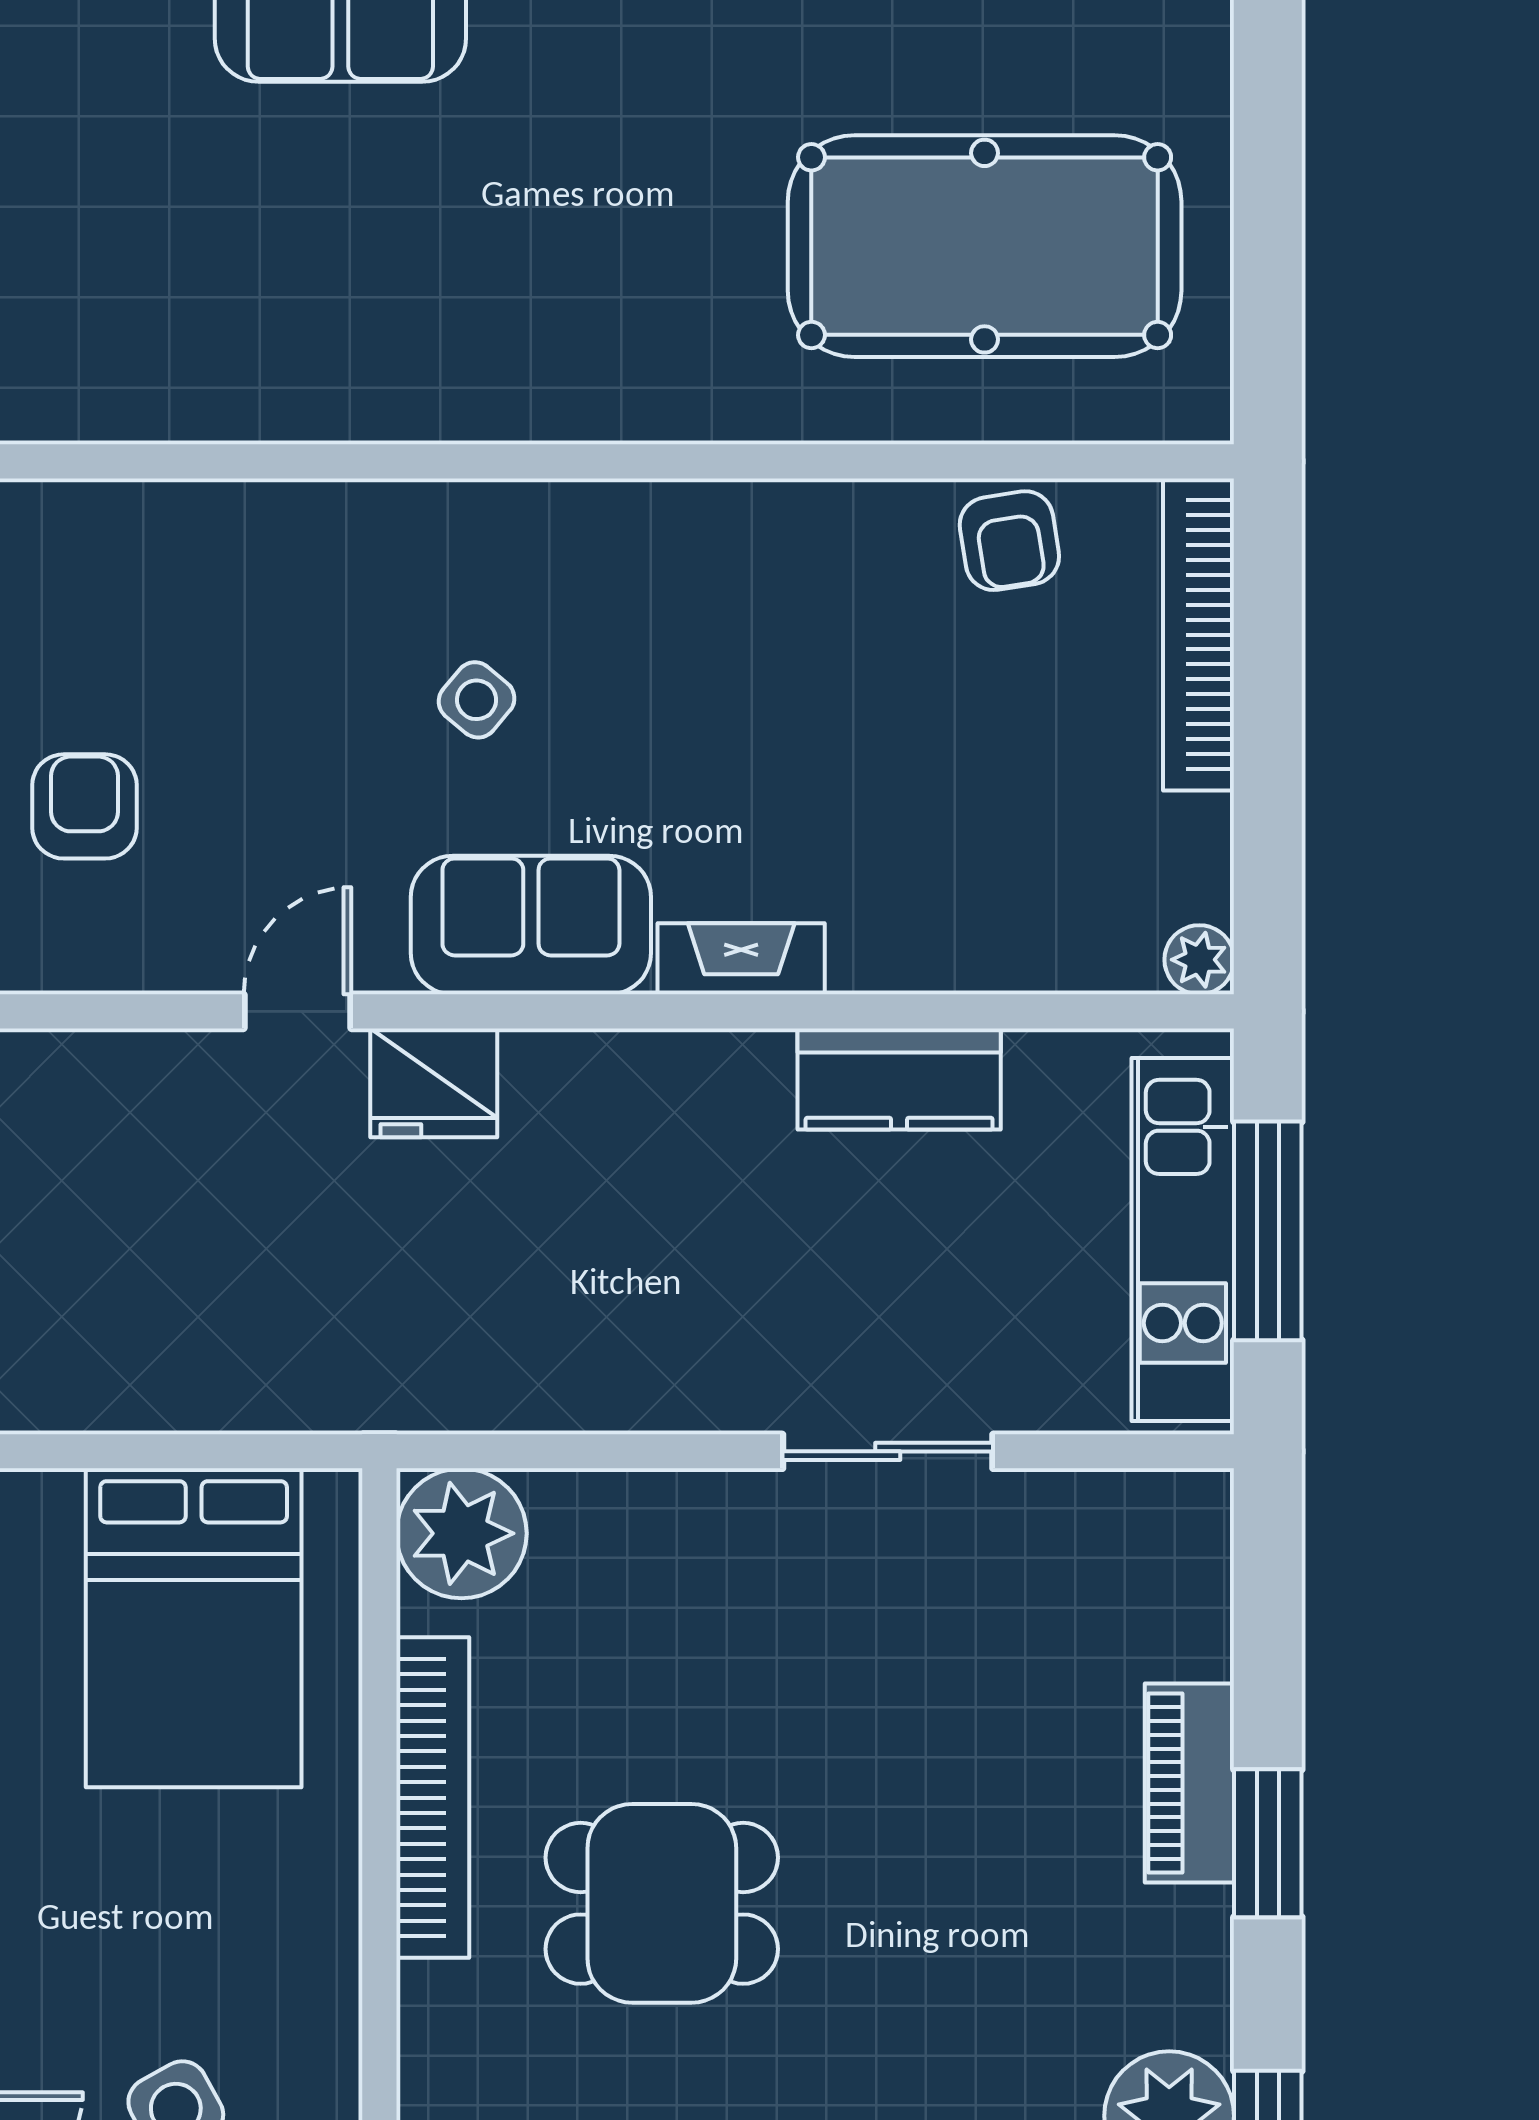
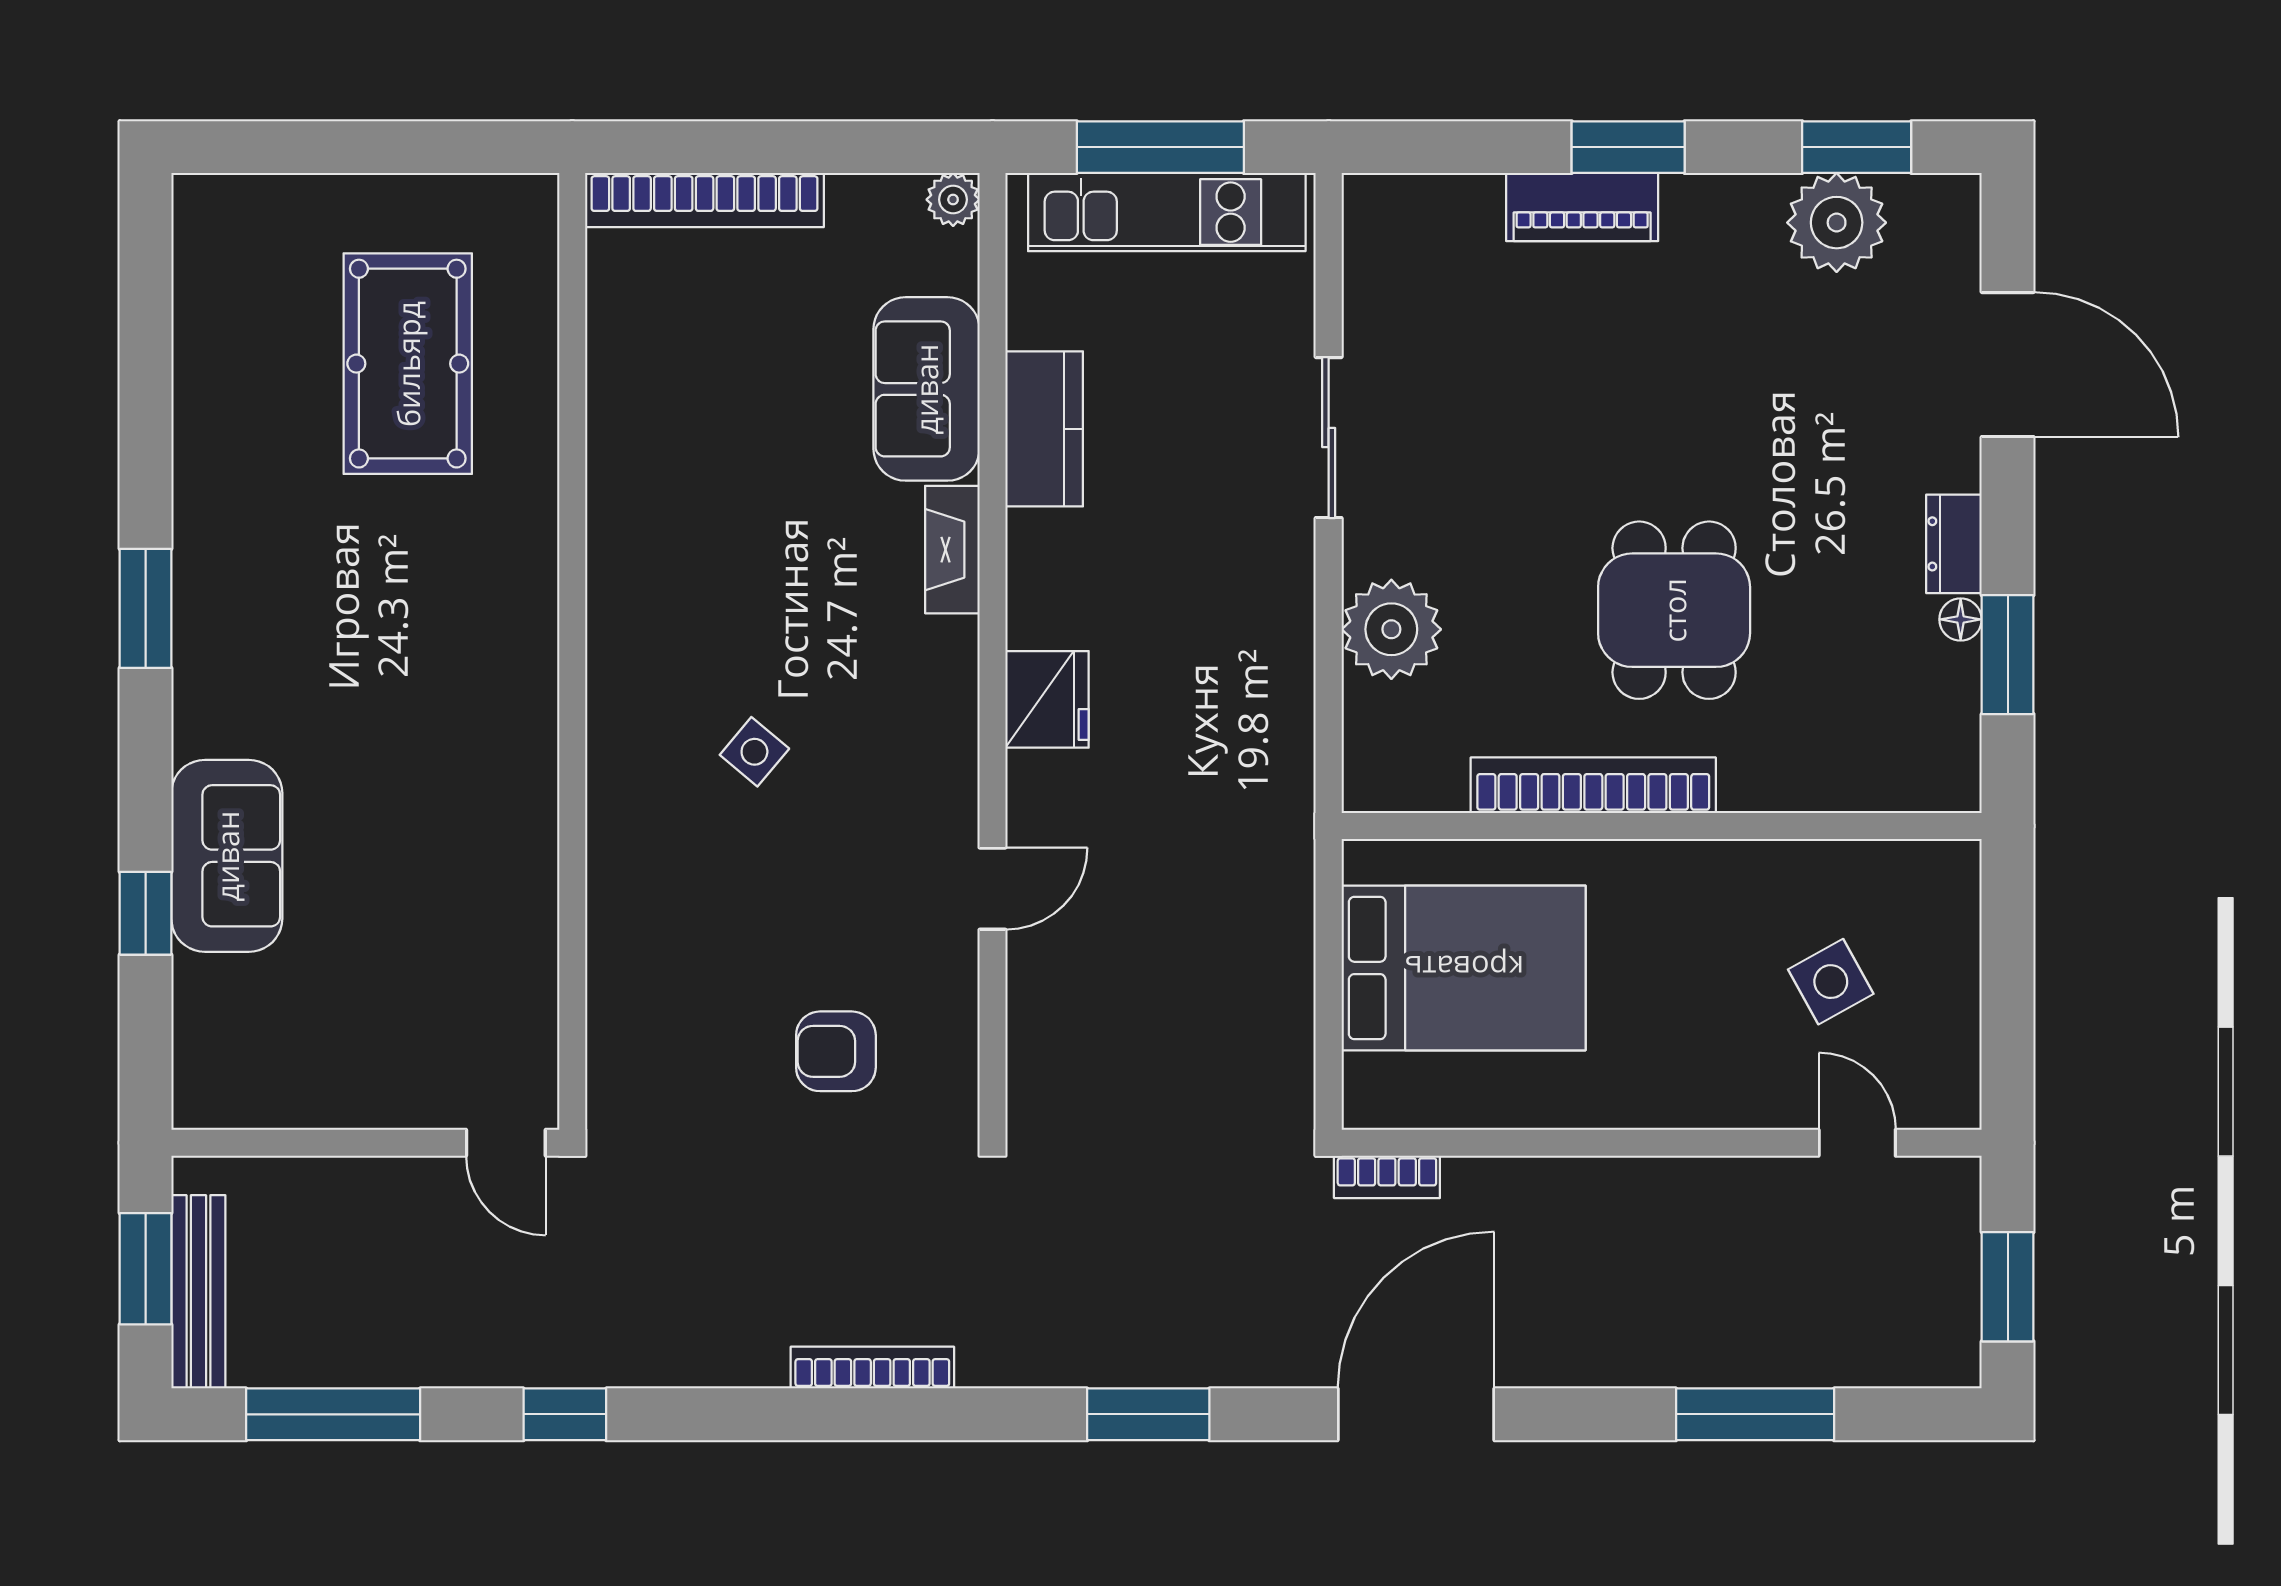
pool table: (985, 246) -> (408, 364), width x0.73, depth x0.76
armchair: (1009, 541) -> (633, 345), removed
sofa: (531, 925) -> (926, 389), moved
door: (297, 1011) -> (992, 889), swing flipped
fridge: (434, 1083) -> (1047, 699), moved
plant: (461, 1533) -> (1391, 629), moved

